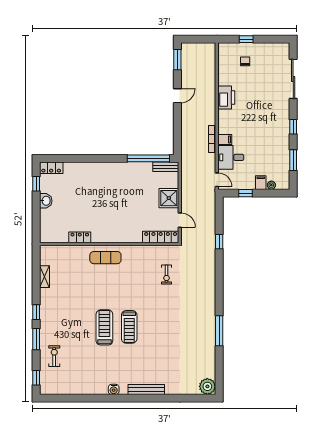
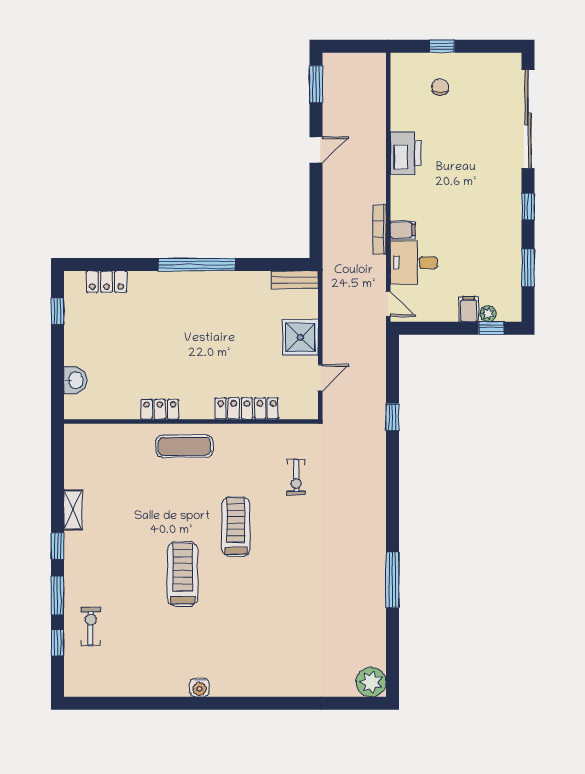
sliding door: (293, 79) -> (528, 119), width x1.36
window: (148, 158) -> (196, 265), moved
locker: (51, 168) -> (106, 282), moved
window: (245, 193) -> (491, 328), moved
washbasin: (46, 201) -> (75, 380), moved
door: (180, 220) -> (320, 378), hinge flipped
locker: (80, 237) -> (160, 409), moved
locker: (161, 237) -> (247, 408), moved
shelving: (45, 277) -> (73, 510), moved
treadmill: (129, 327) -> (236, 527), moved, turned 180
window: (36, 378) -> (58, 643), moved
bench: (146, 390) -> (259, 688), removed

